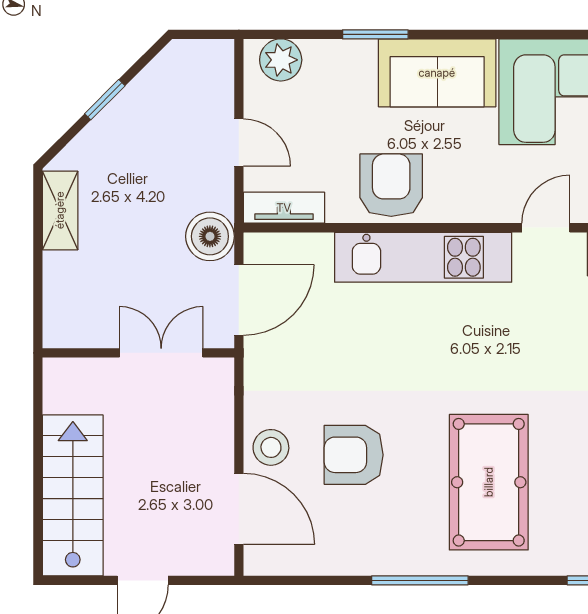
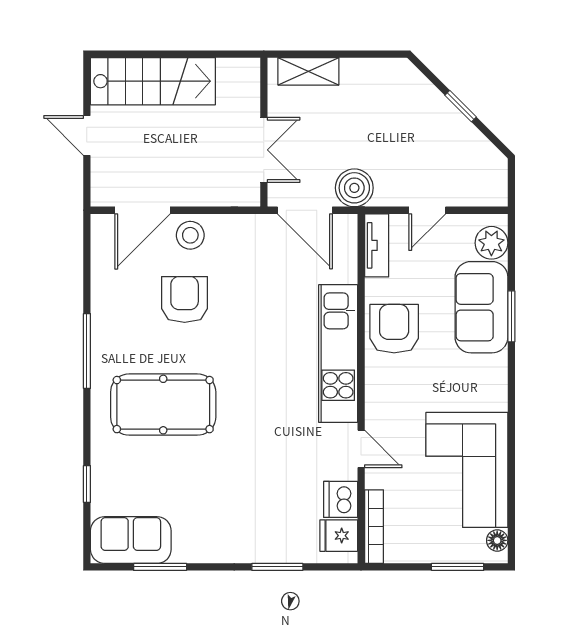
sofa: (437, 73) -> (481, 307), moved
armchair: (391, 185) -> (394, 329), turned -90
shelving: (60, 210) -> (308, 71), moved

